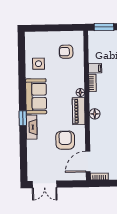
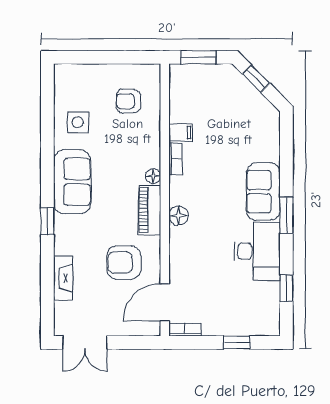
fireplace: (32, 127) -> (63, 278), moved
armchair: (65, 140) -> (124, 263), turned -90

